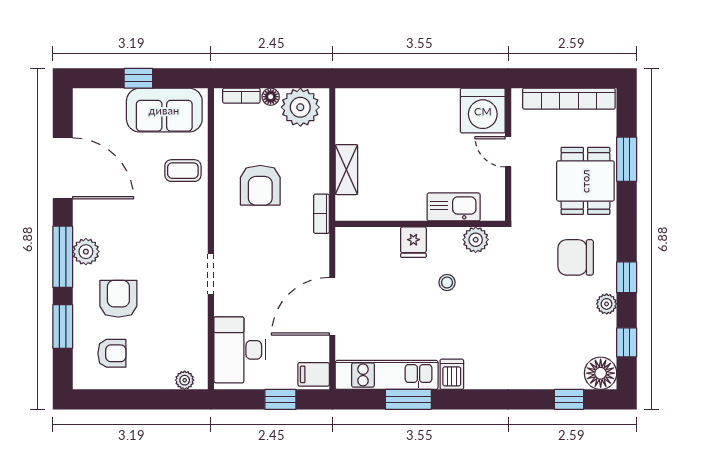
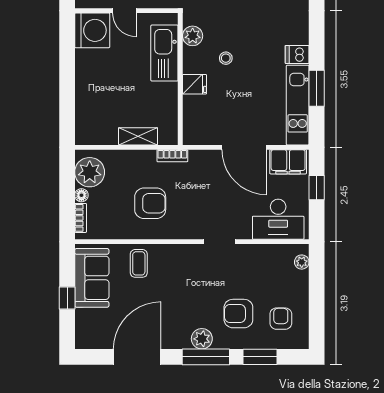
door: (508, 152) -> (124, 11), hinge flipped
kitchen sink: (454, 207) -> (164, 53), width x1.36, depth x1.24
filing cabinet: (314, 374) -> (288, 162), width x2.00

